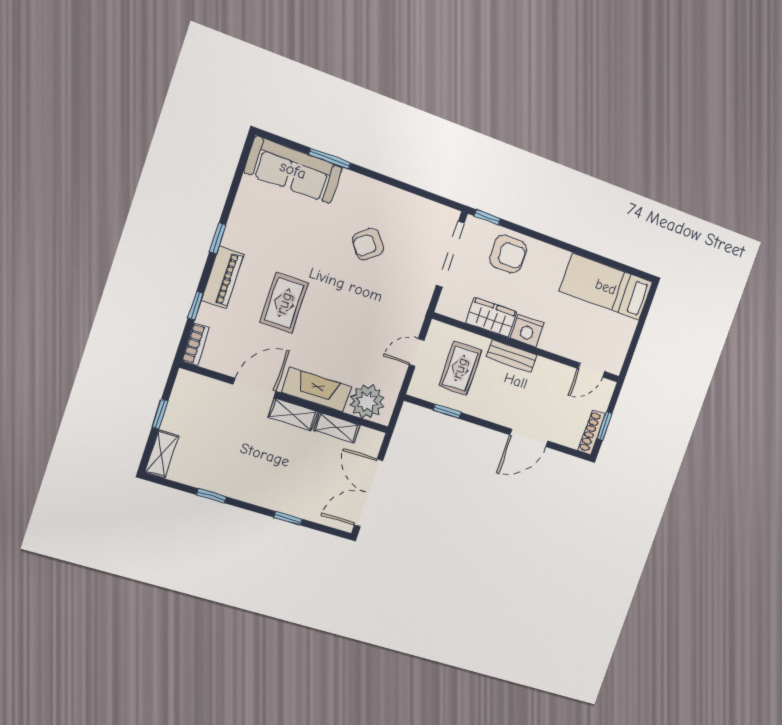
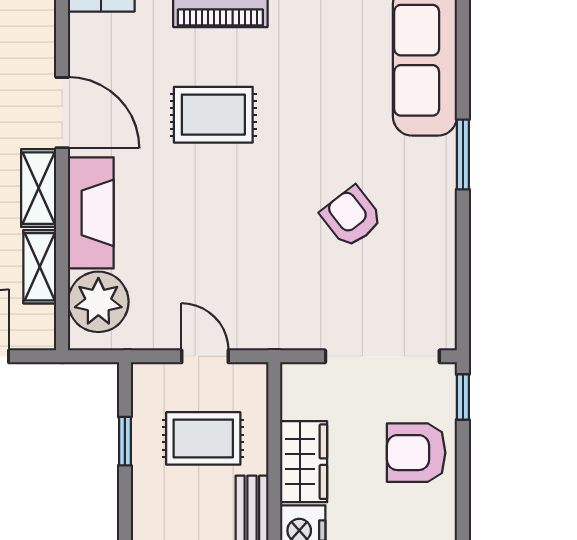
window: (330, 159) -> (463, 154), moved
armchair: (508, 254) -> (416, 453), turned 90

